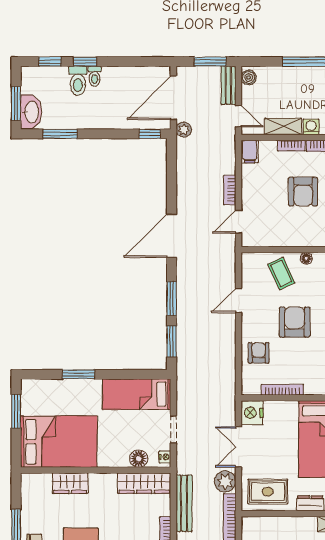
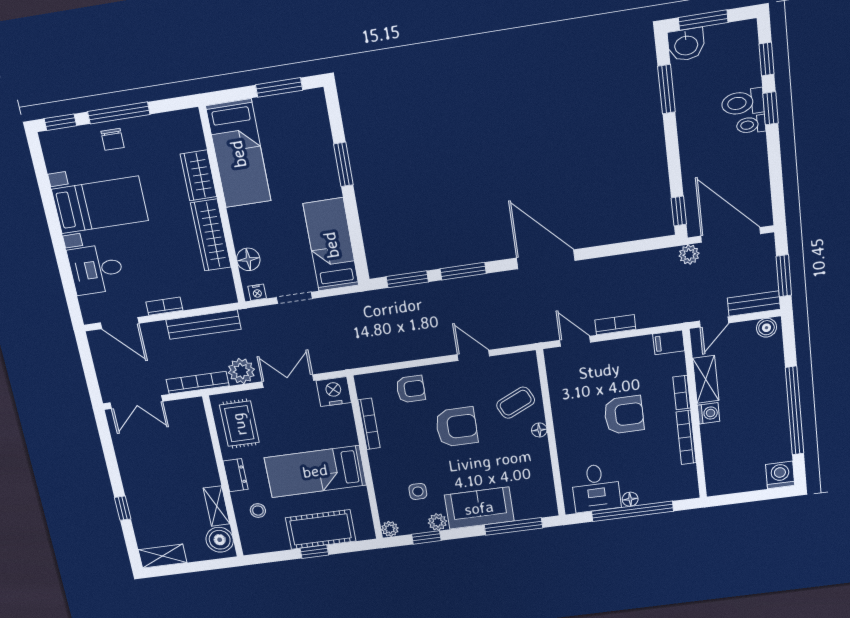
washbasin: (31, 112) -> (686, 45), width x0.72
armchair: (303, 192) -> (624, 415), turned 180
bed: (59, 442) -> (238, 154), width x0.67
wardrobe: (144, 483) -> (211, 235), moved

